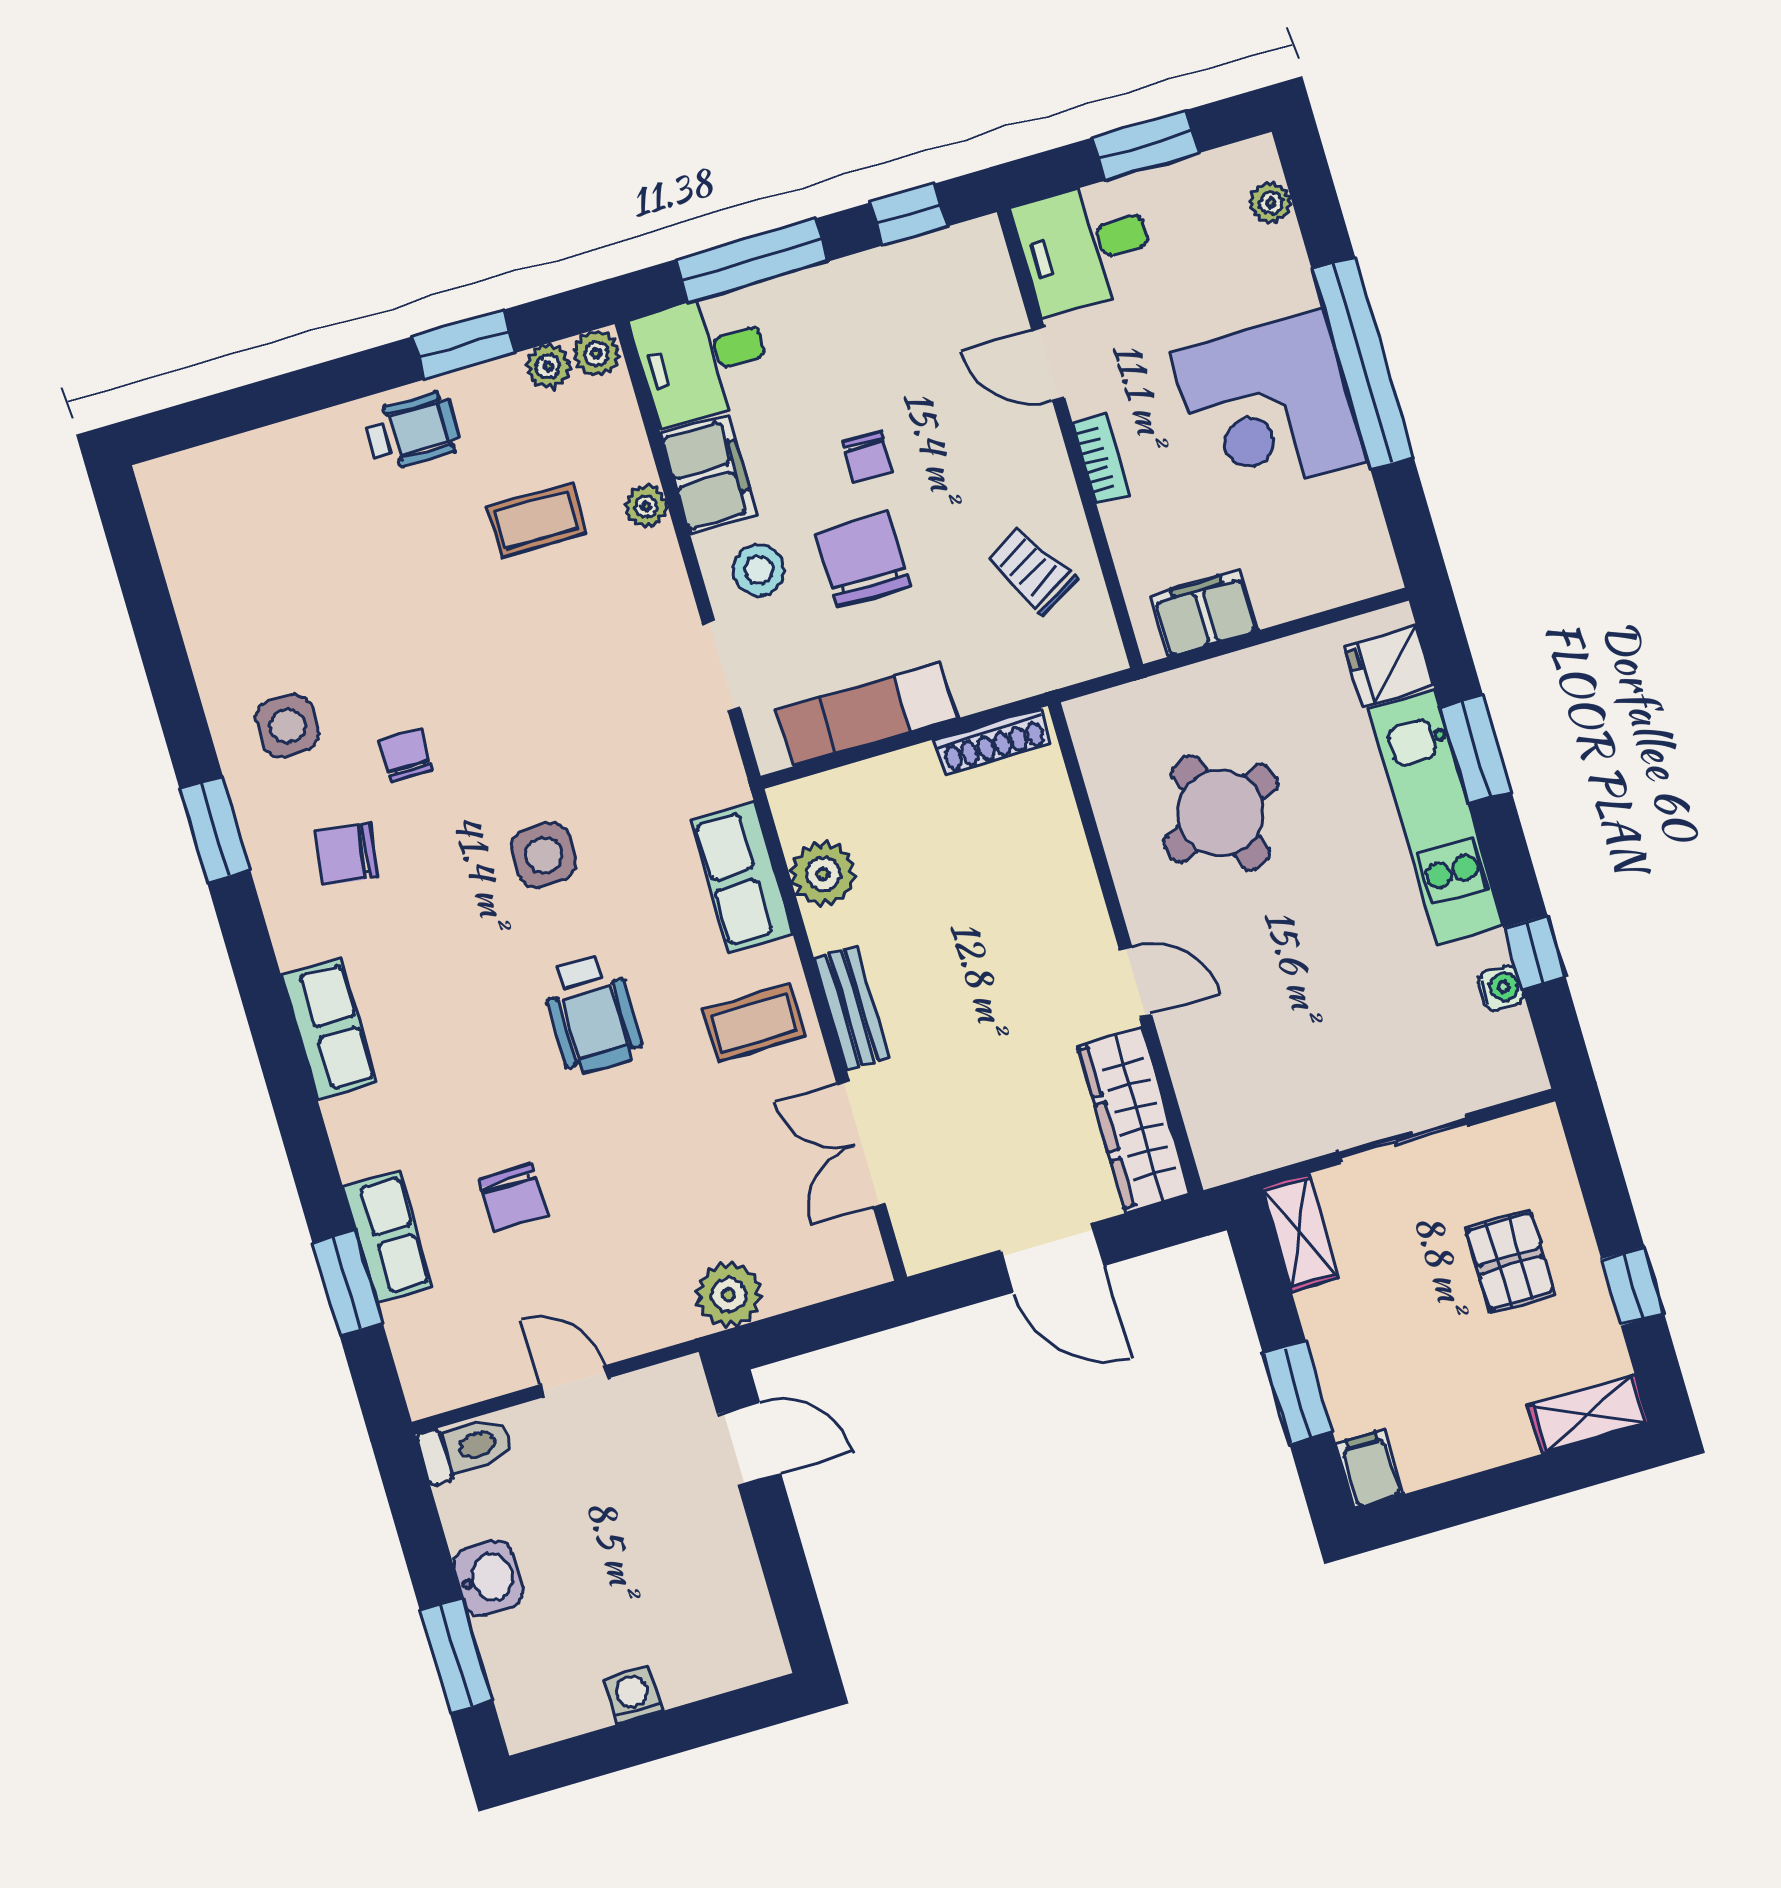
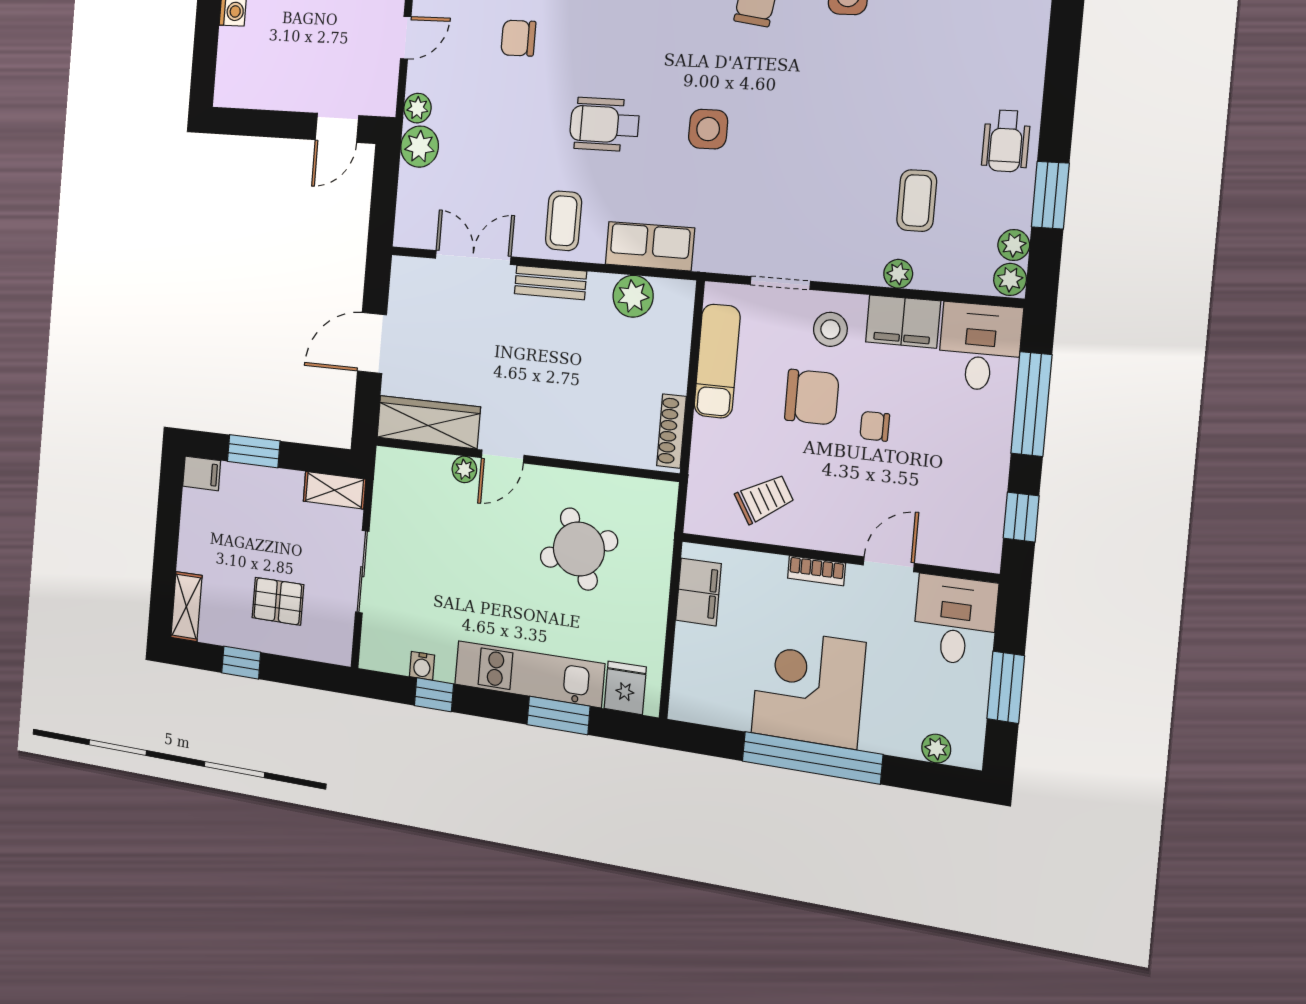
chair: (406, 755) -> (801, 64), removed
plant: (1180, 1035) -> (464, 469), added
plant: (672, 1321) -> (417, 108), added

